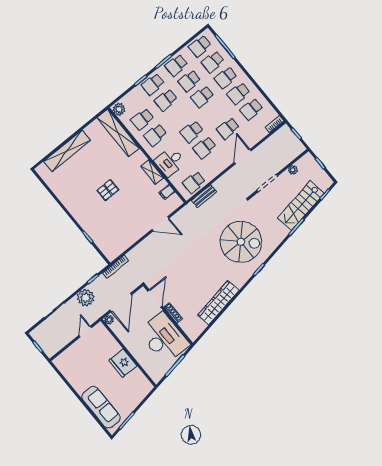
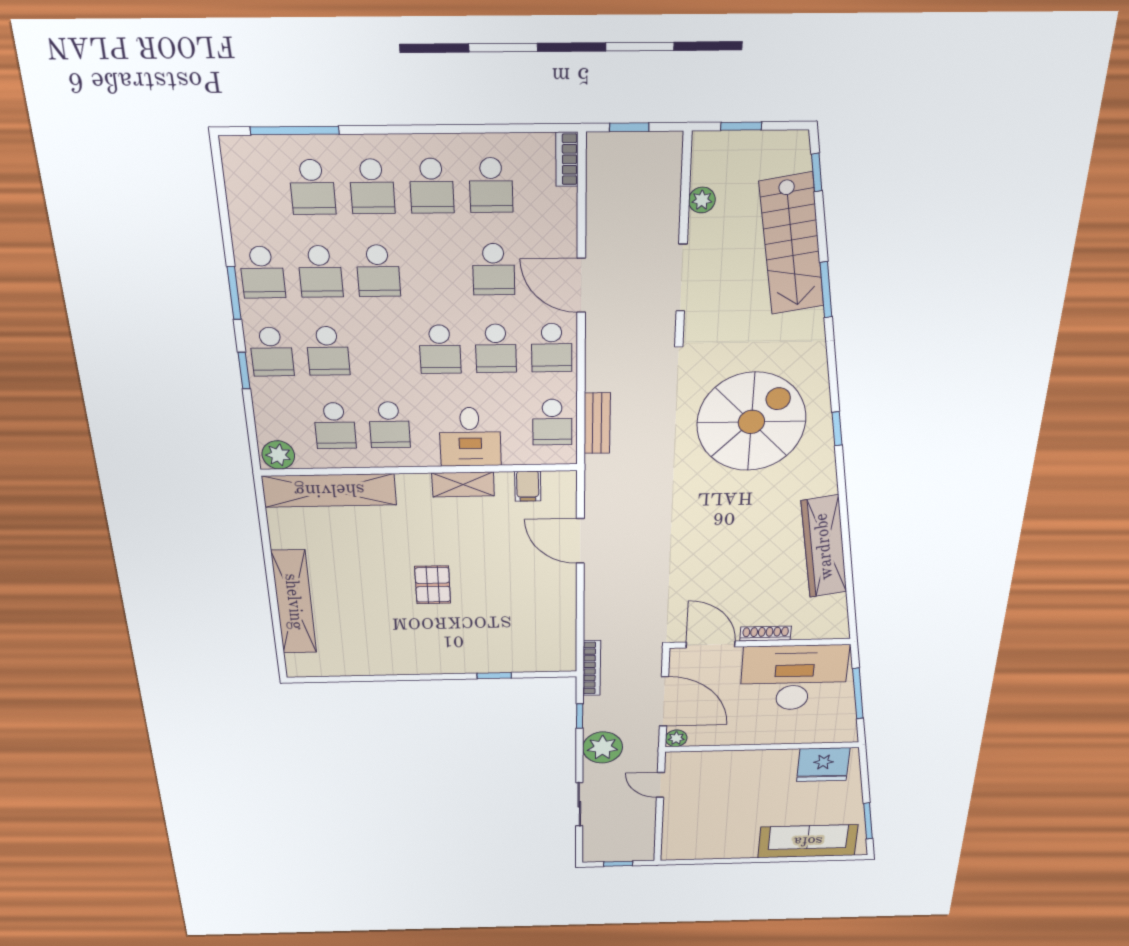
school desk: (200, 46) -> (552, 348), moved
door: (160, 224) -> (580, 541), swing flipped
fridge: (123, 363) -> (823, 765), moved

